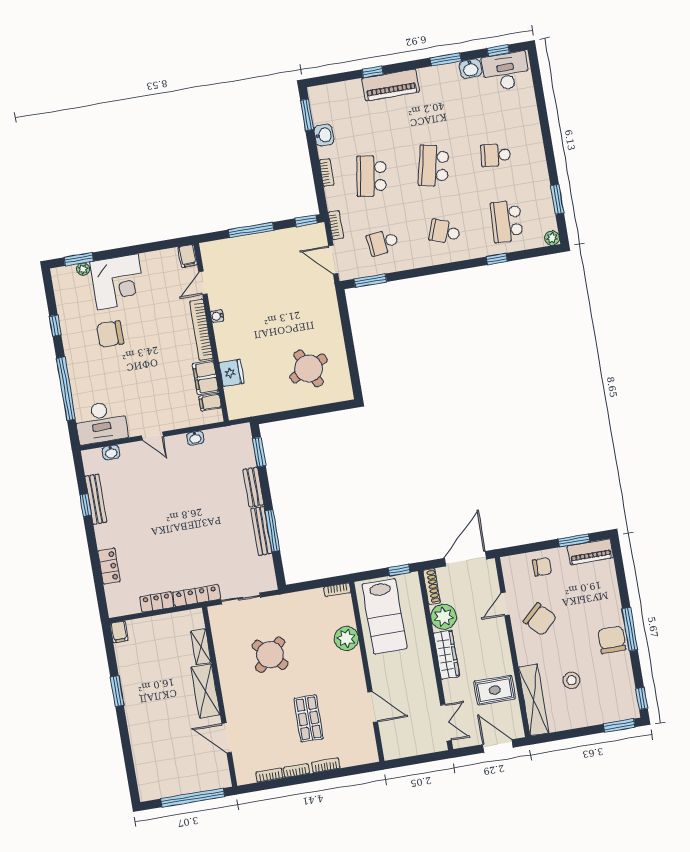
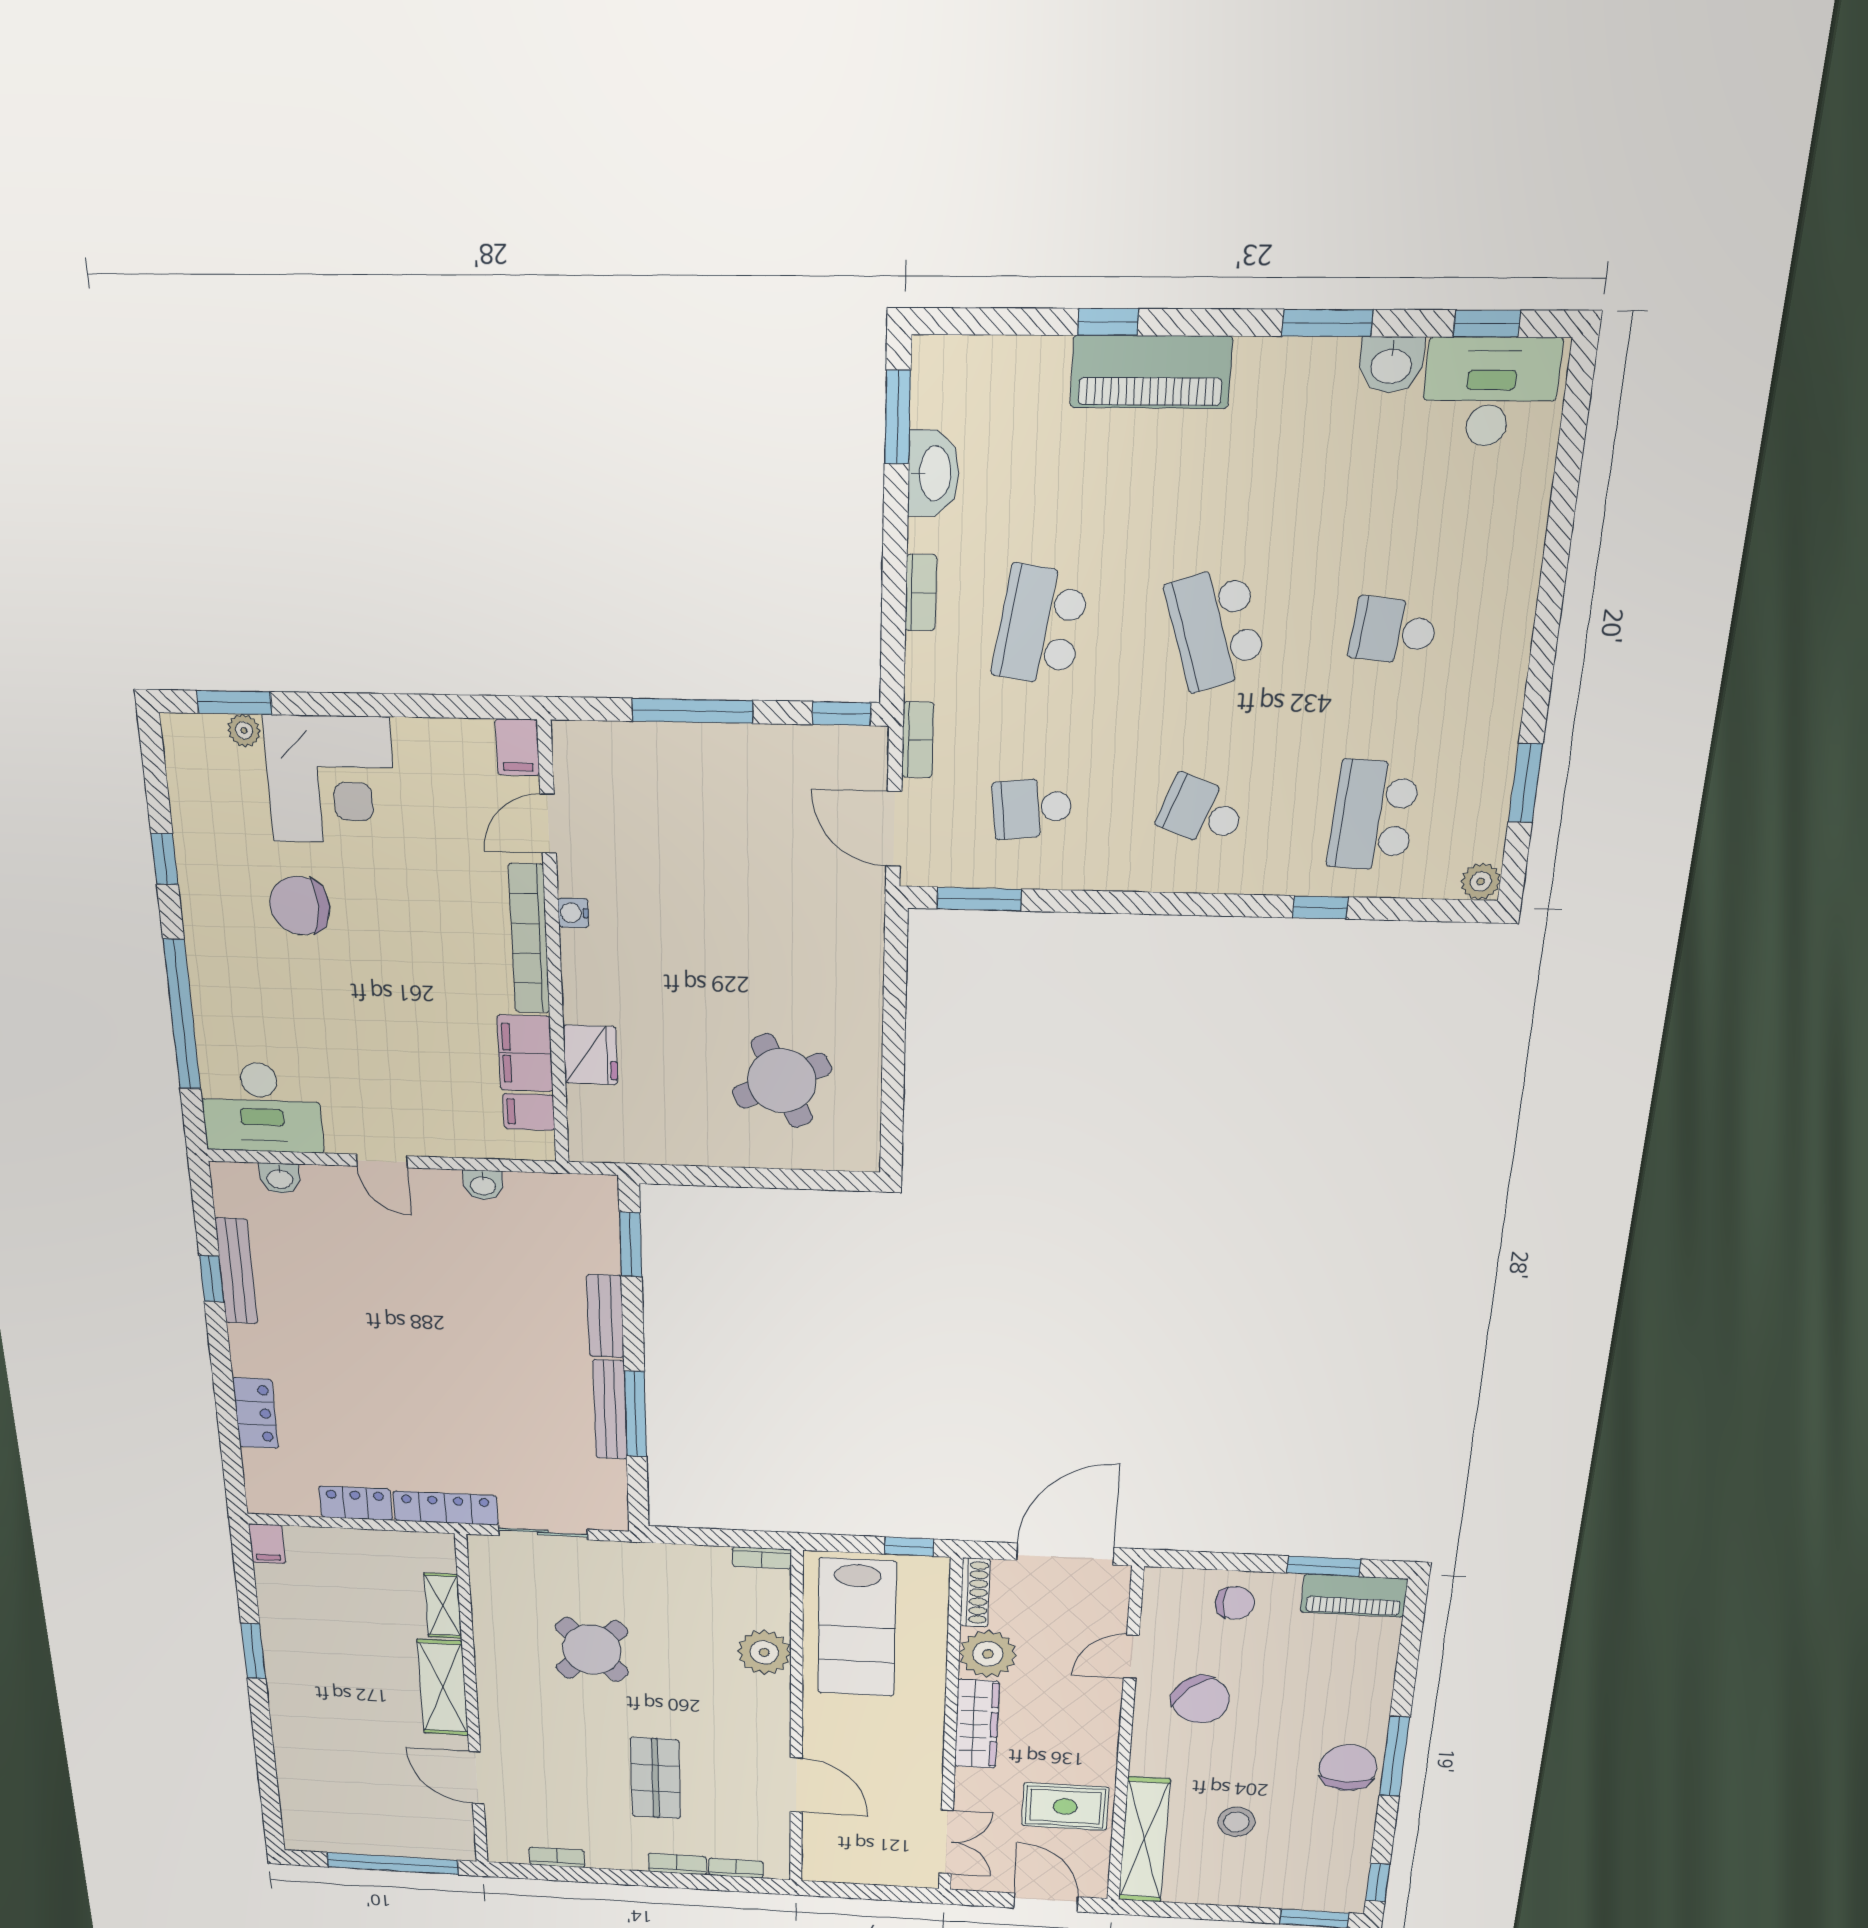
washbasin: (324, 135) -> (934, 473), width x1.38
school desk: (434, 166) -> (1216, 628), turned -30
bookcase: (296, 771) -> (736, 1868), moved

